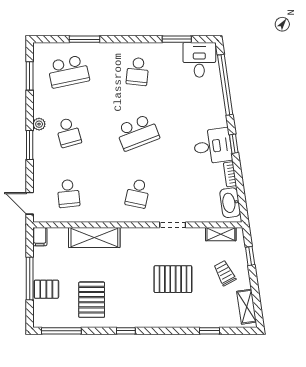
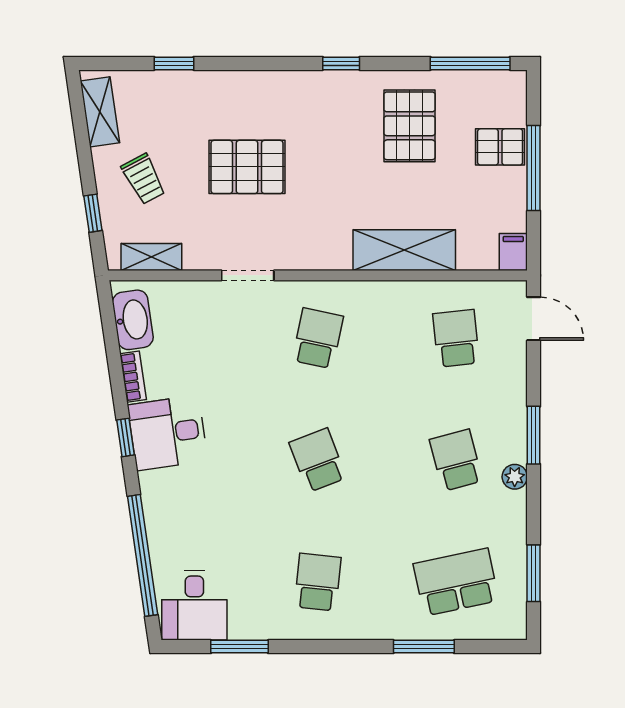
school desk: (138, 132) -> (318, 460), width x0.54

